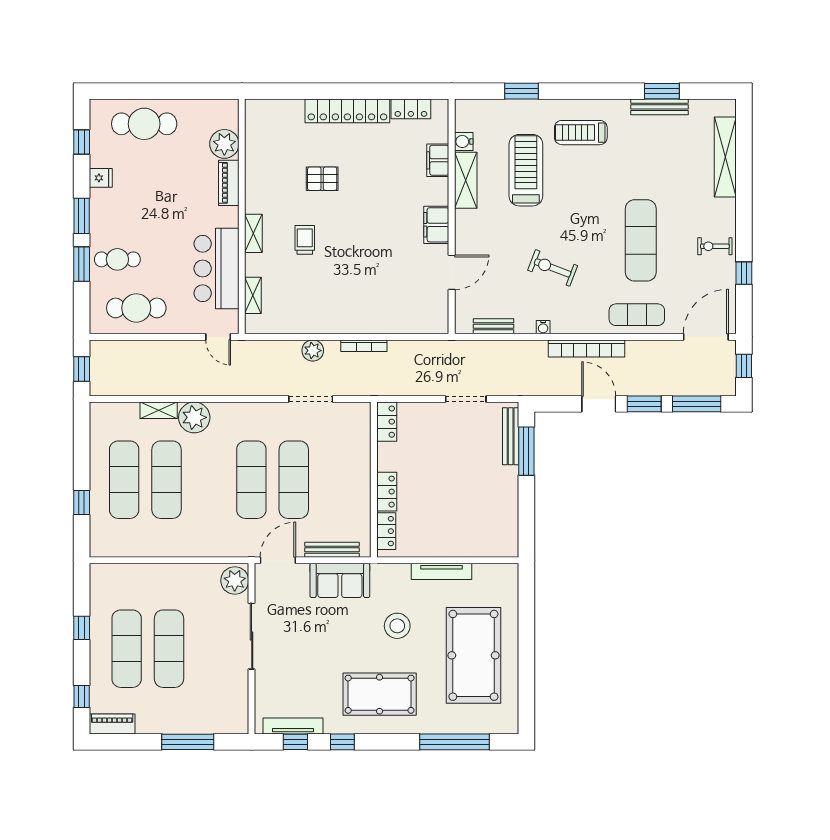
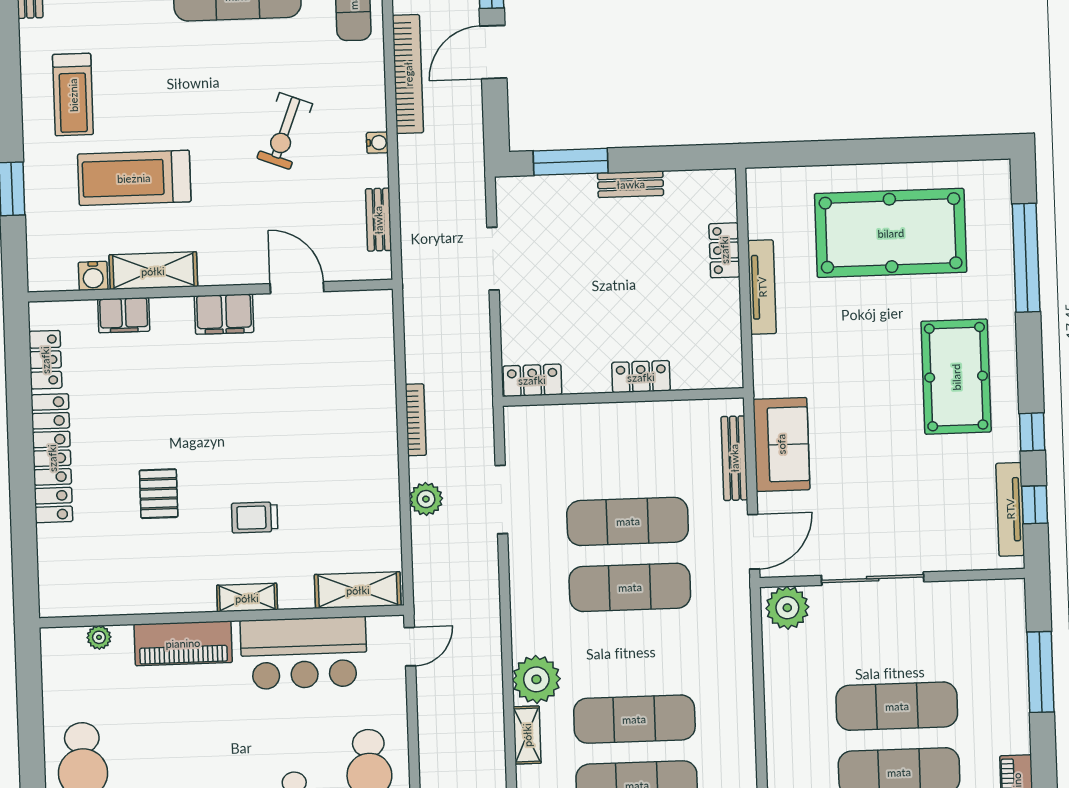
plant: (224, 144) -> (99, 637), width x0.53, depth x0.53
piano: (229, 183) -> (183, 643), width x1.37, depth x1.33
shelving: (253, 295) -> (358, 590), width x1.50, depth x1.33
bench: (511, 436) -> (631, 184), moved, width x0.73
locker: (386, 531) -> (724, 250), moved, turned -90
door: (278, 560) -> (754, 542), swing flipped
stool: (397, 626) -> (849, 353), removed

